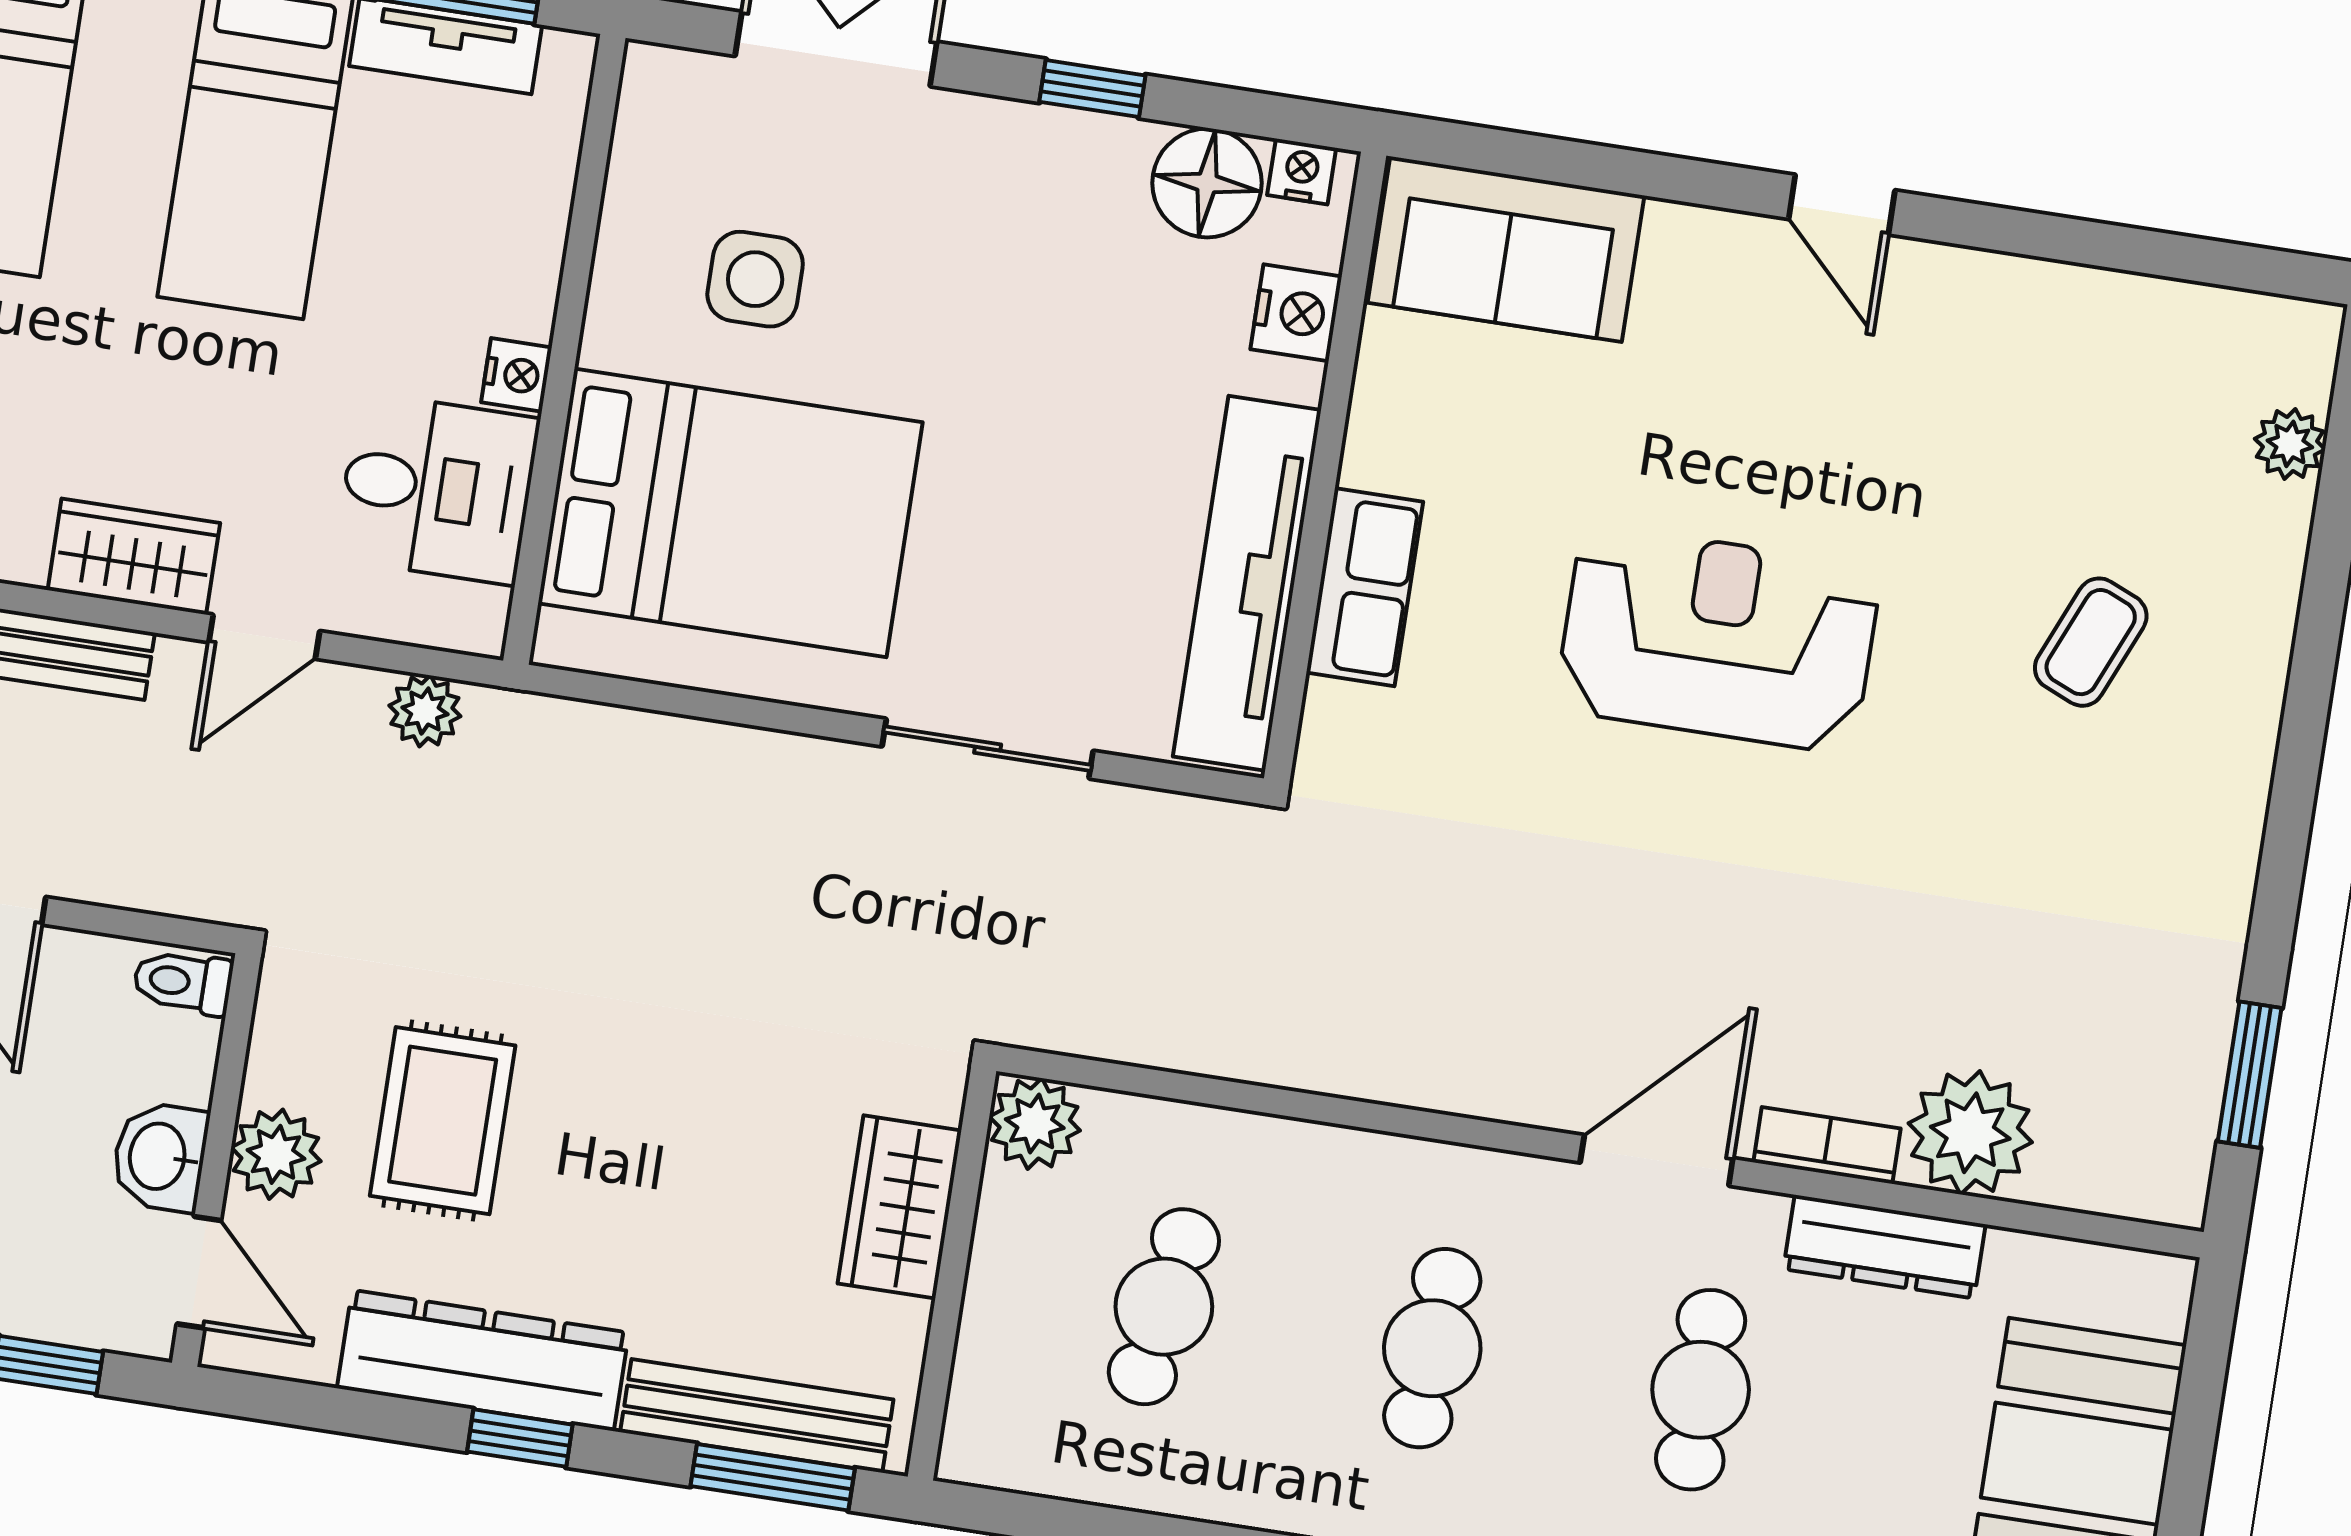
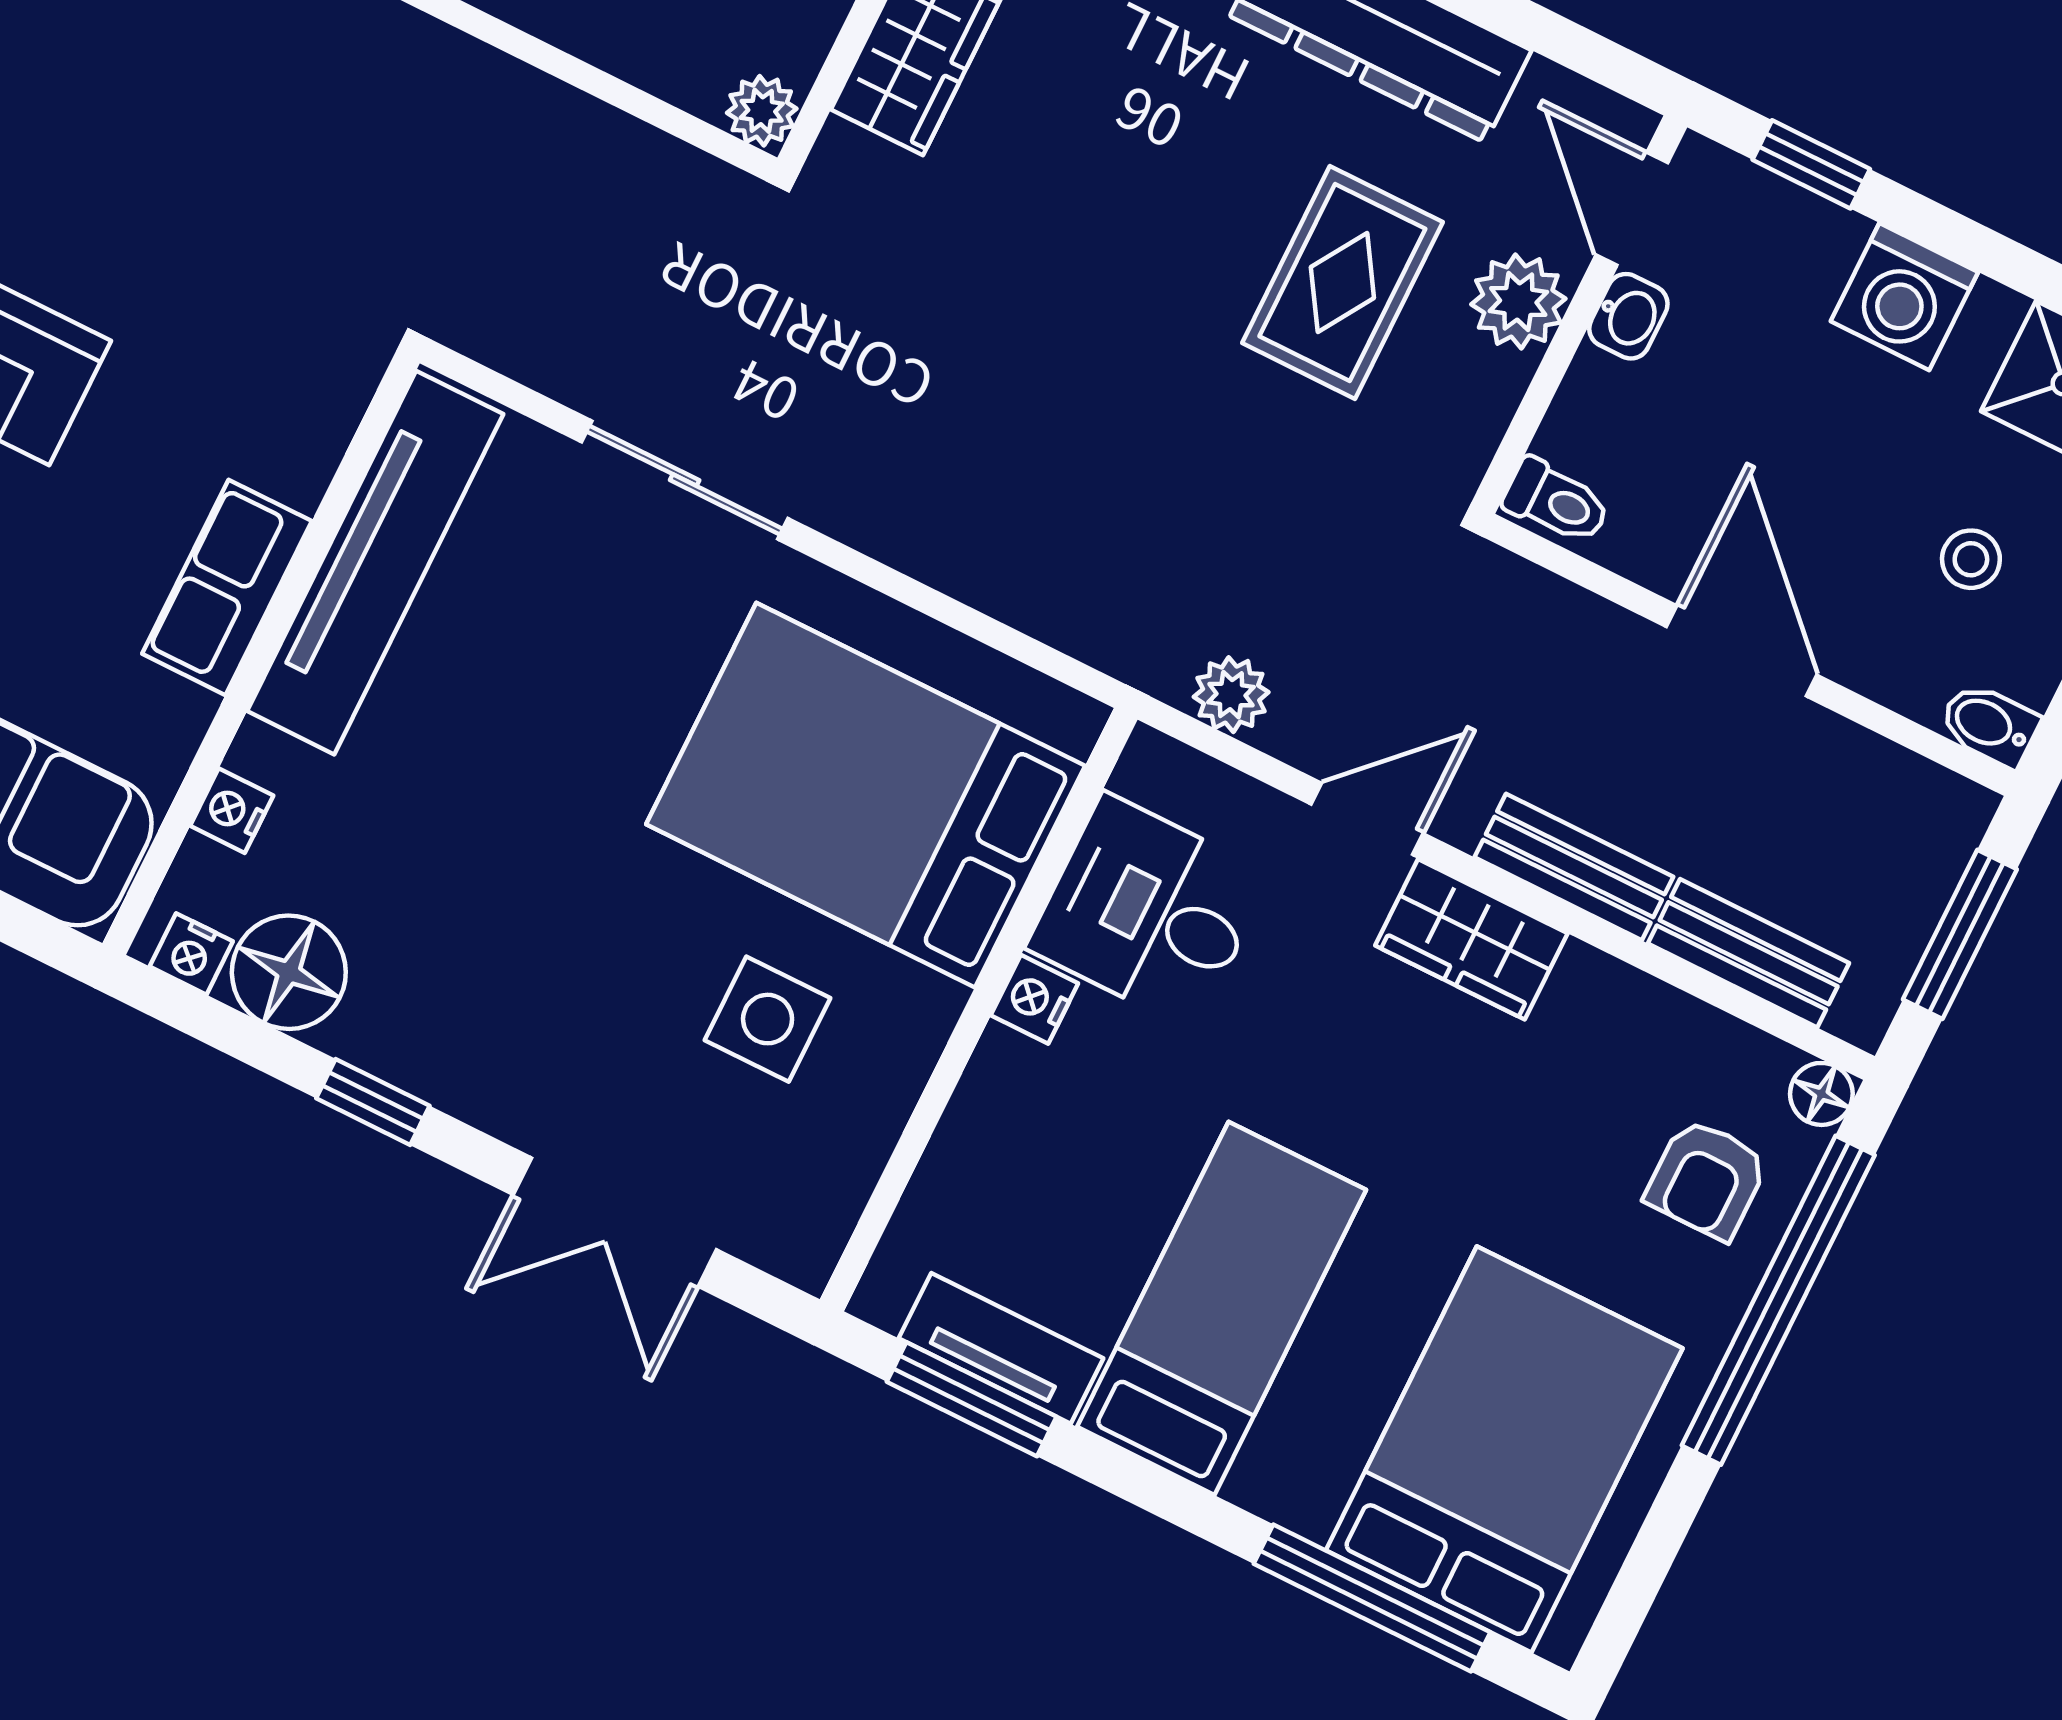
nightstand: (1296, 313) -> (232, 811), width x0.72, depth x0.74
row of seats: (1365, 587) -> (227, 587), moved
plant: (1035, 1124) -> (762, 111), width x0.73, depth x0.73
washbasin: (160, 1157) -> (1628, 316), width x0.72, depth x0.69

